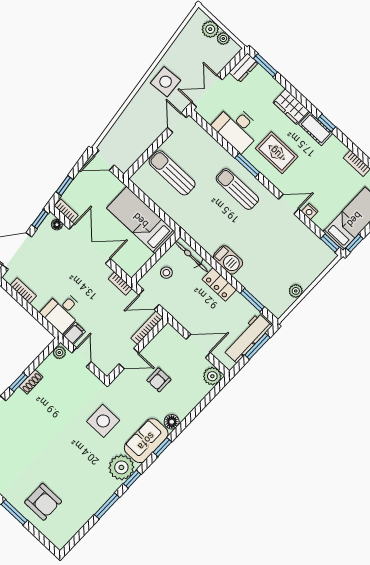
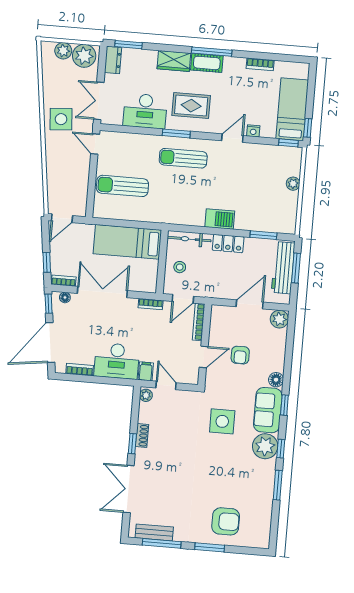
plant: (223, 39) -> (84, 56), width x1.88, depth x1.88
window: (327, 123) -> (212, 52), width x2.17
plant: (296, 291) -> (293, 184), moved
desk: (62, 311) -> (117, 361), width x1.37

